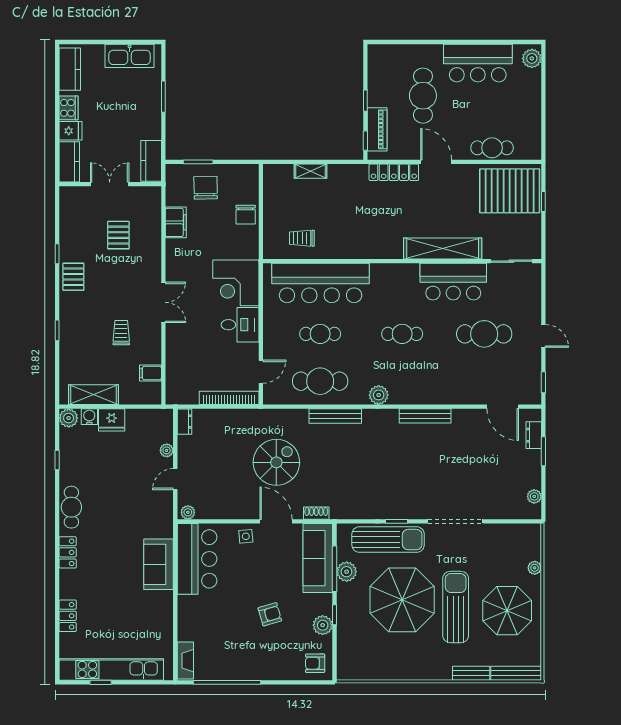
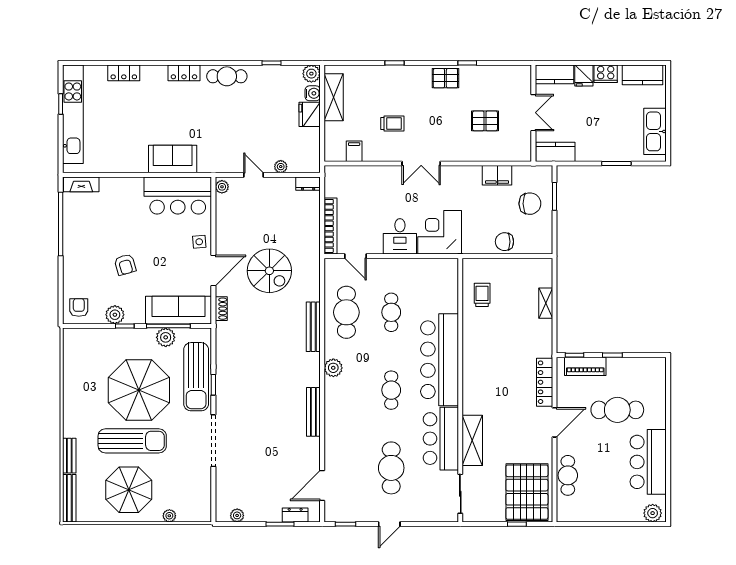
shelving: (443, 248) -> (472, 440), width x0.68
bar counter: (321, 283) -> (440, 360), moved

